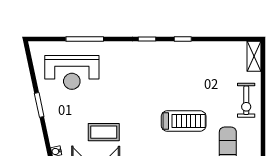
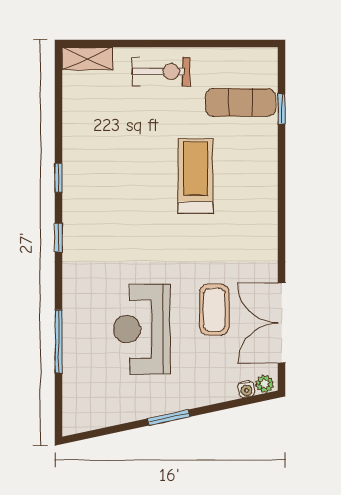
reception desk: (72, 72) -> (142, 329), moved, turned 180

